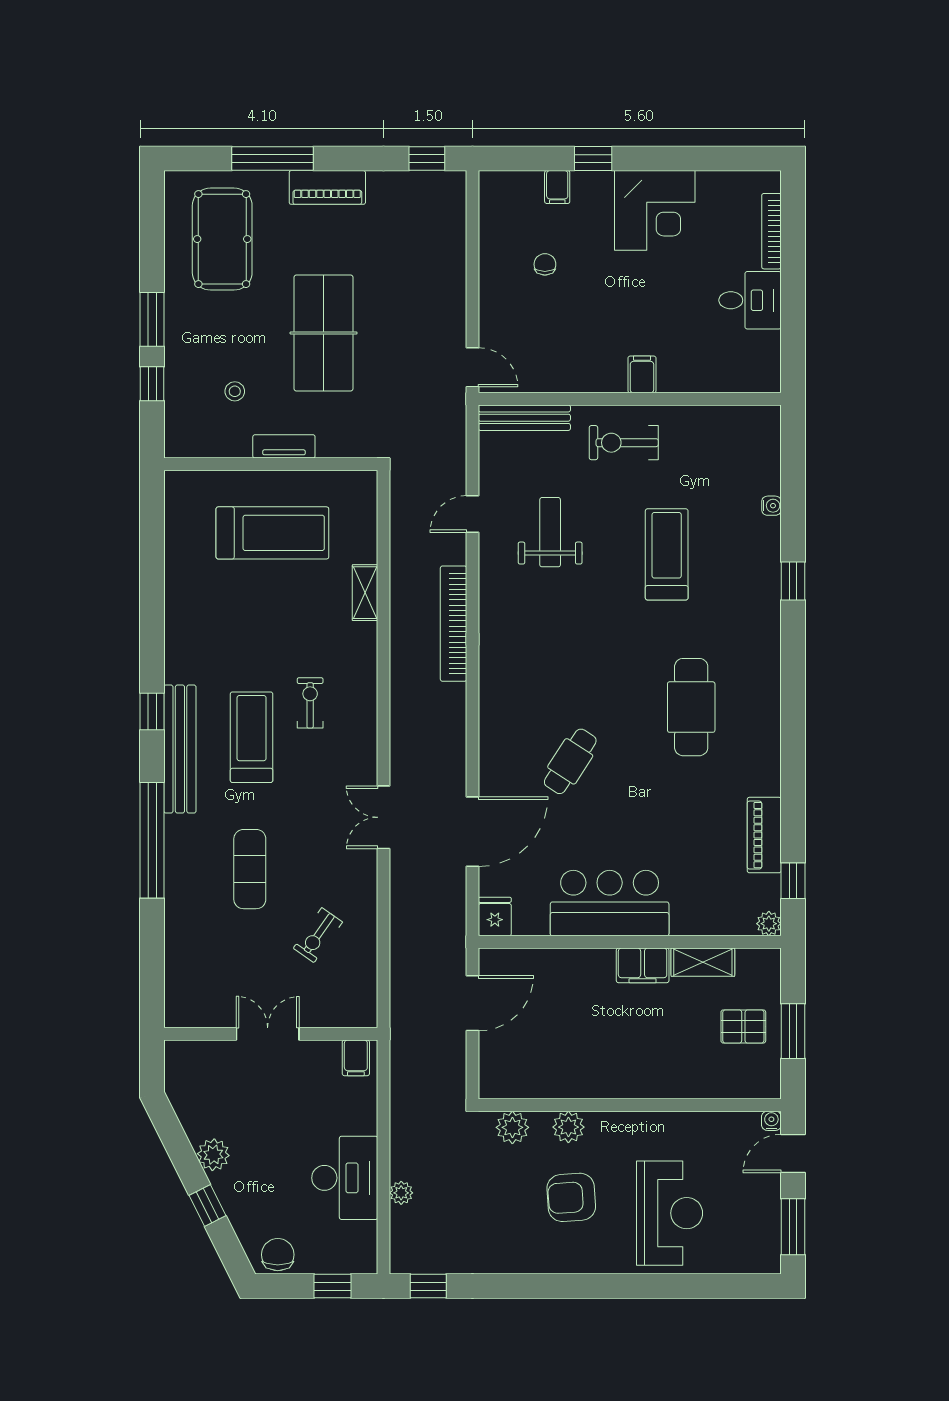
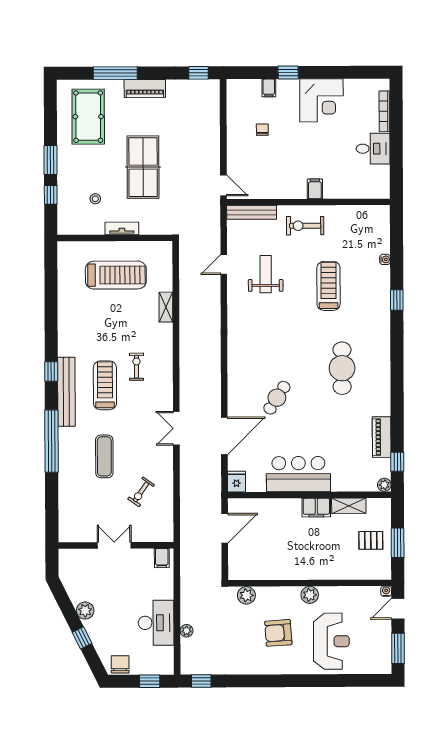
bookcase: (454, 624) -> (214, 324), removed
plant: (568, 1127) -> (310, 595), moved

